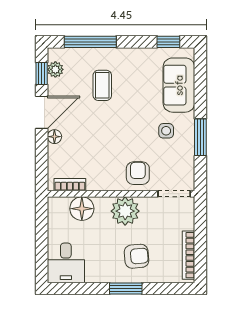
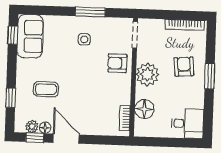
window: (90, 42) -> (11, 98), width x0.46
sofa: (179, 85) -> (30, 36), moved, turned -90
floor lamp: (54, 137) -> (45, 128), moved

